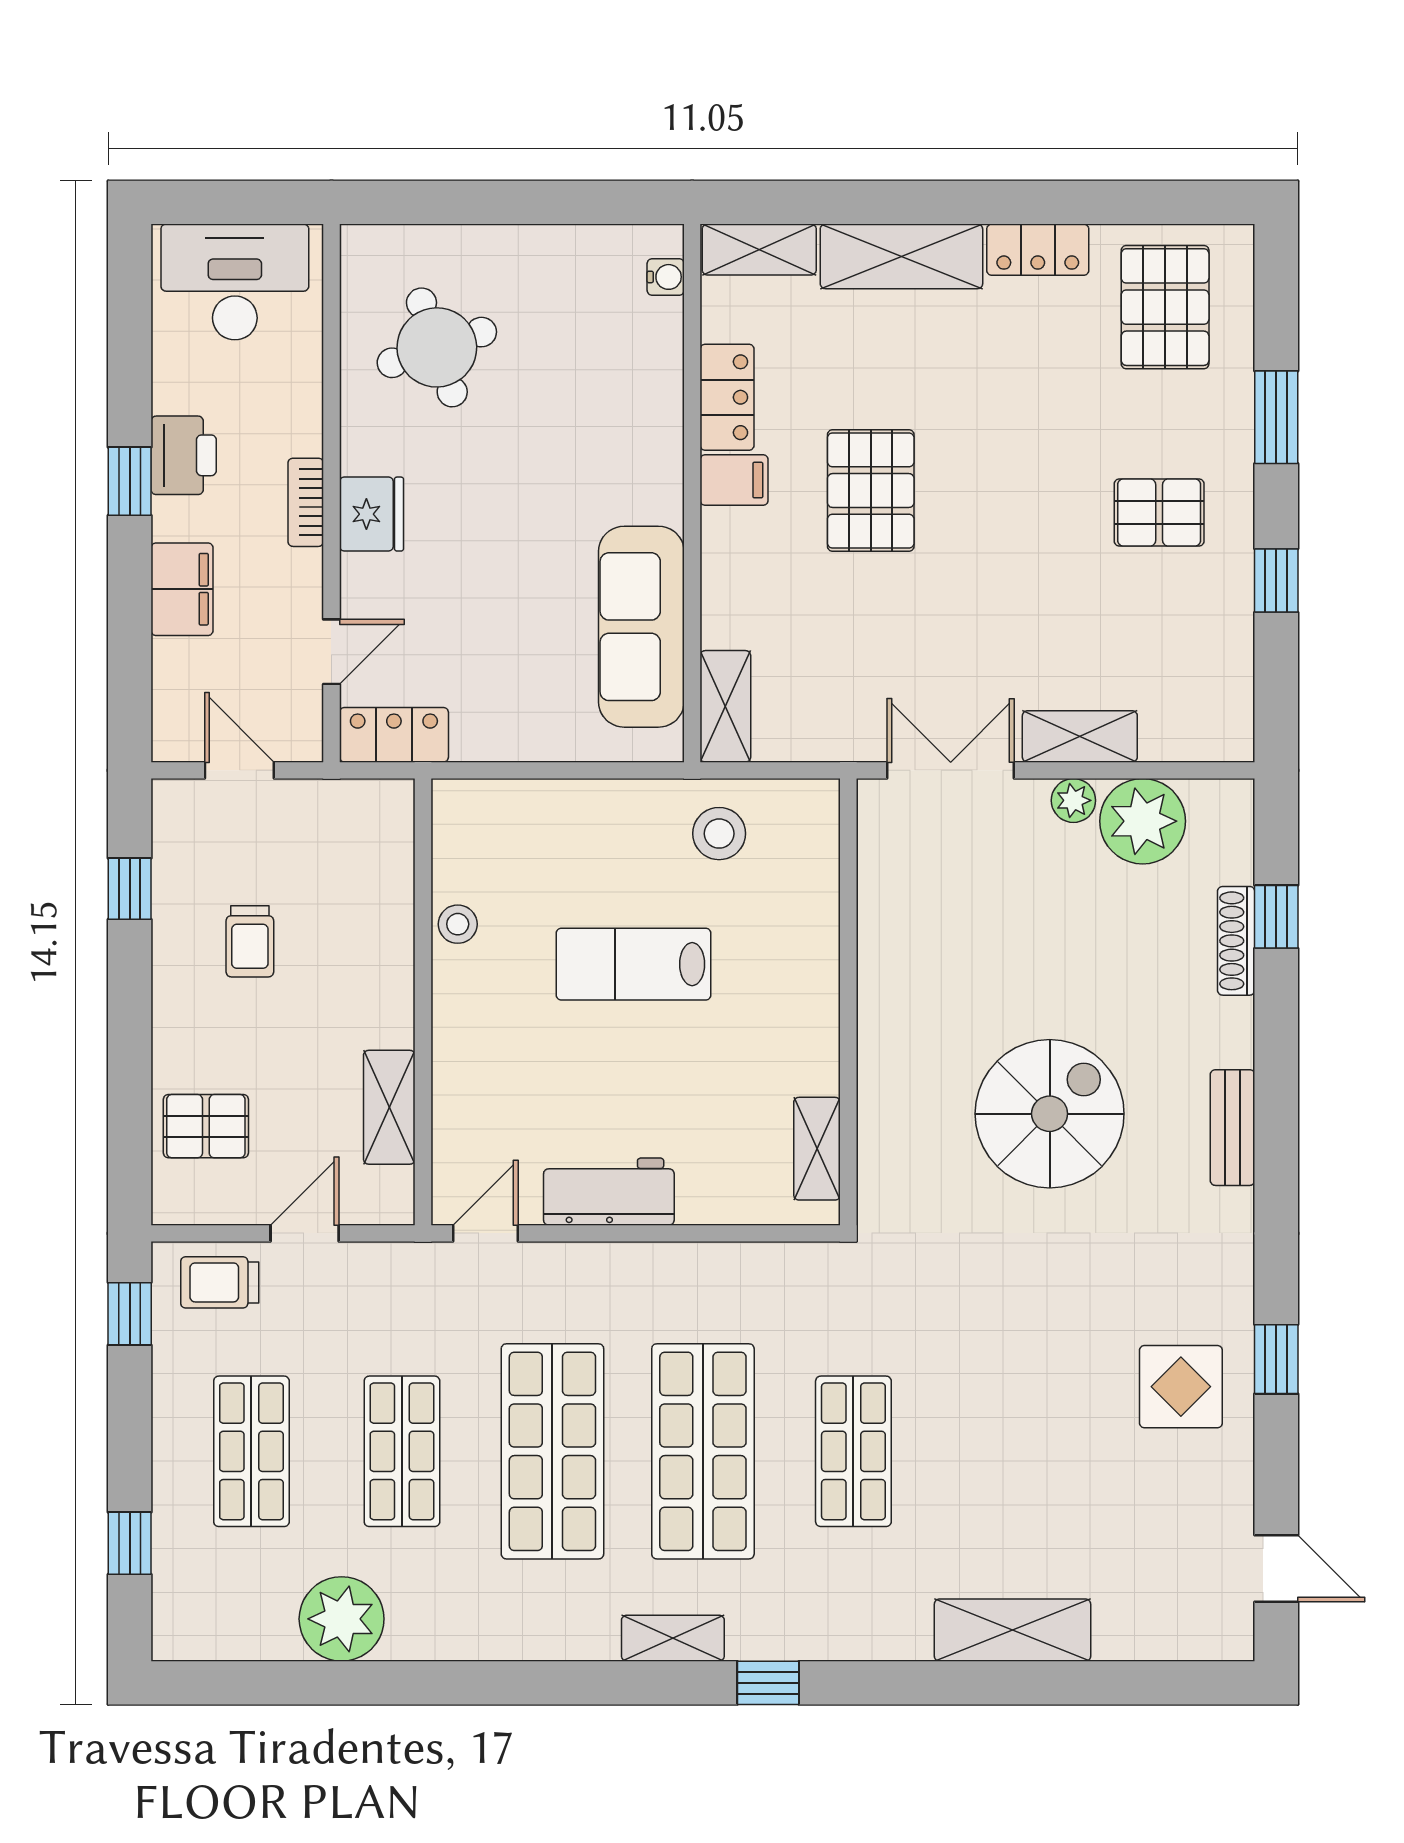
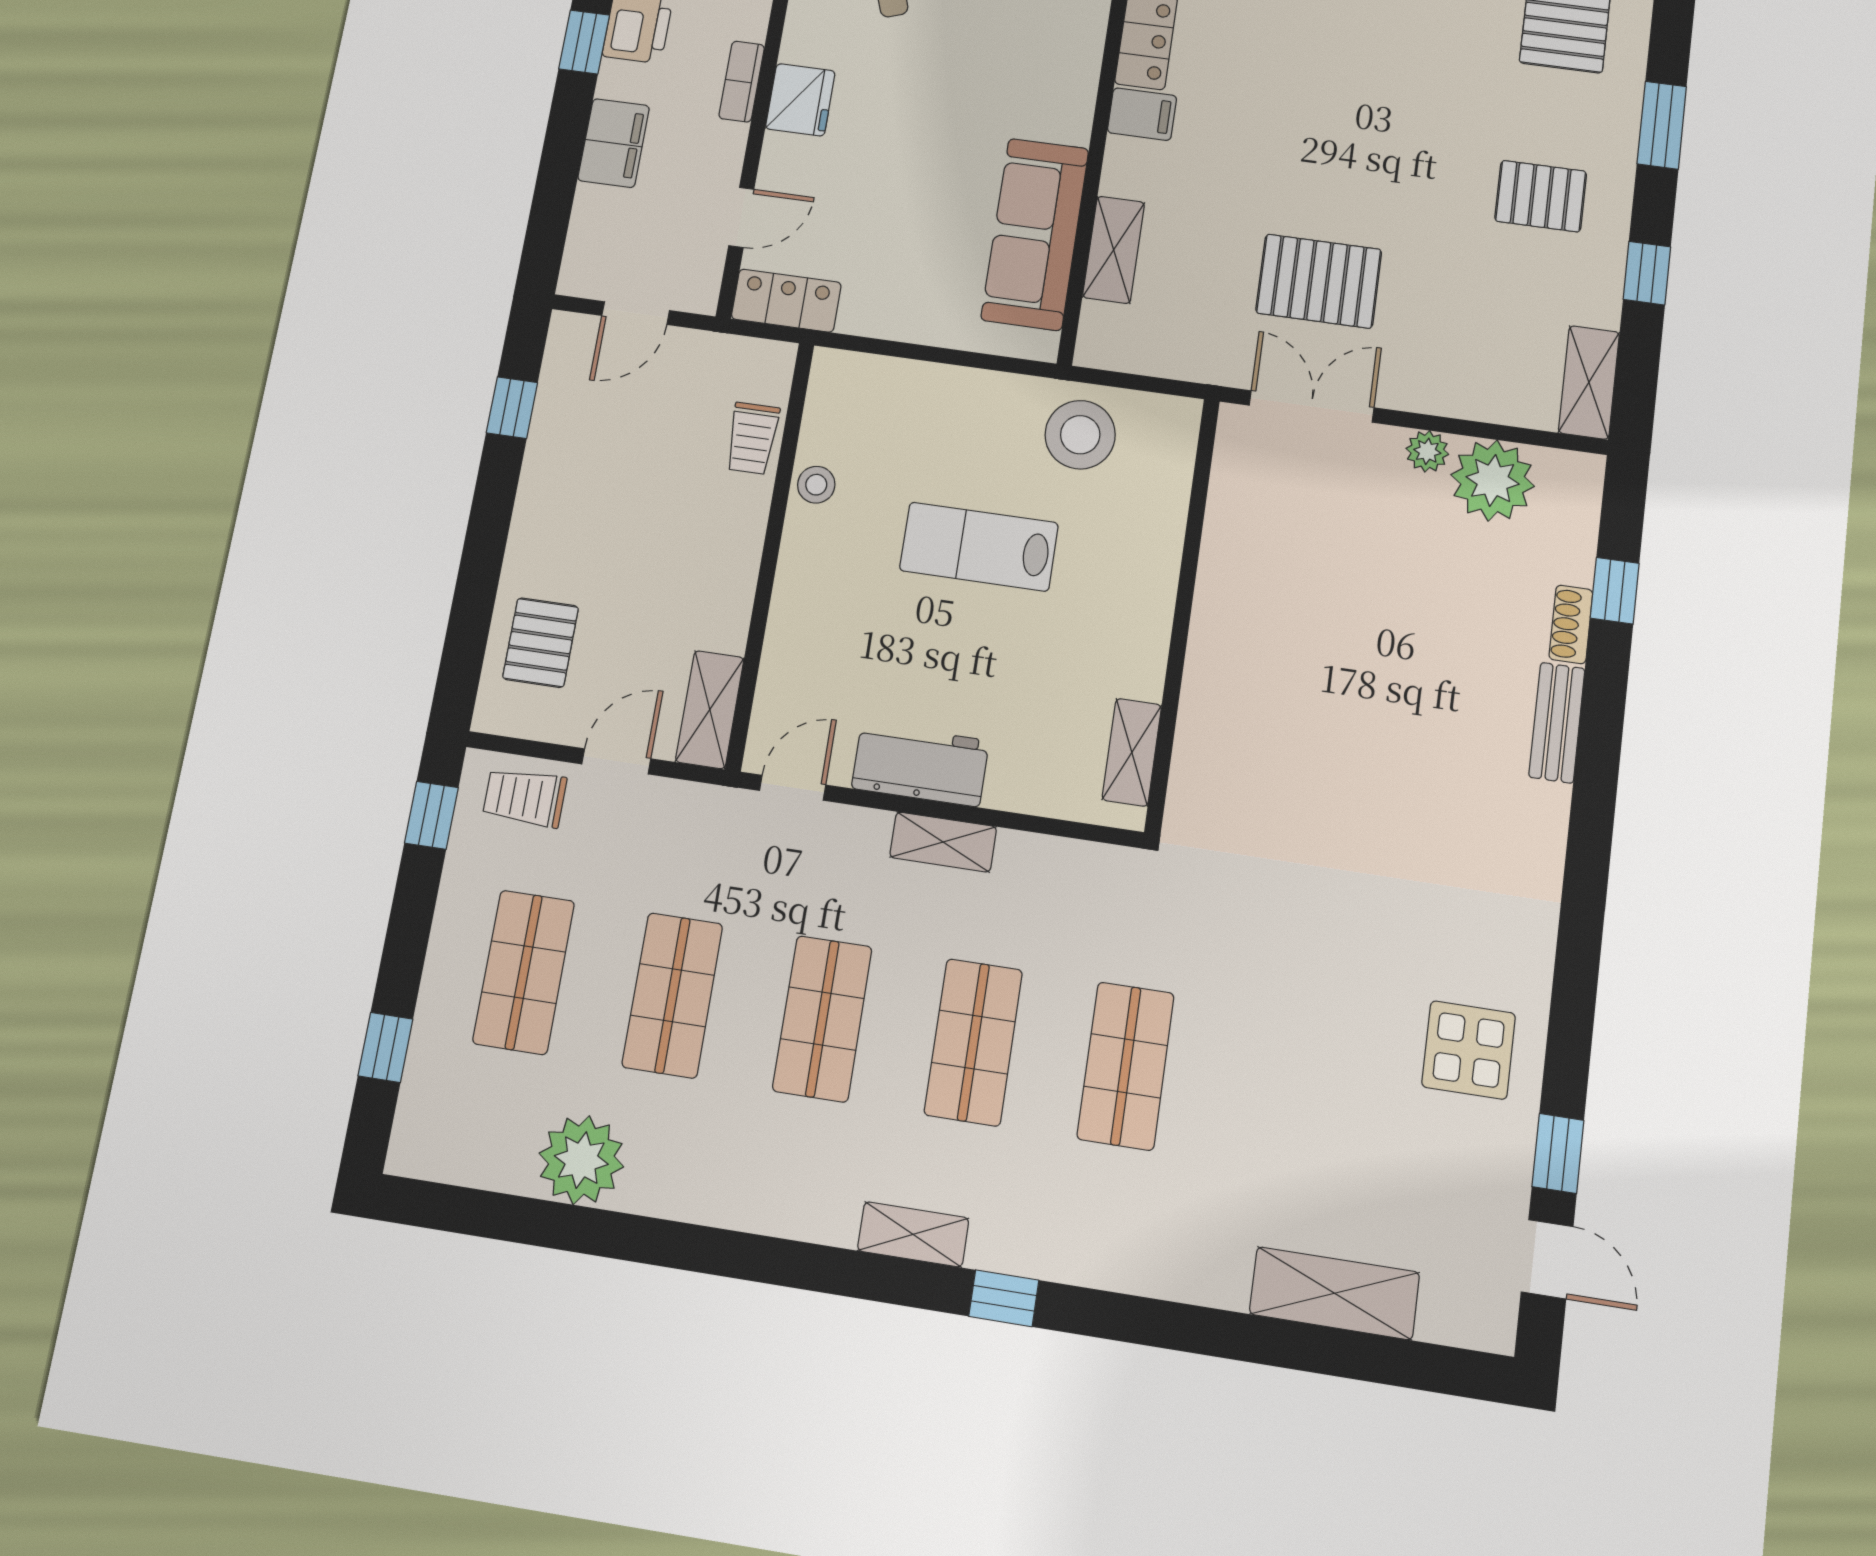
pallet: (871, 491) -> (1319, 281), moved, turned 90
shelving: (725, 706) -> (1114, 250), moved
shelving: (1080, 736) -> (1589, 382), moved, turned 90
door: (239, 770) -> (636, 313), swing flipped
stool: (719, 834) -> (1080, 435), width x1.38, depth x1.38
trolley: (250, 941) -> (752, 438), moved
shoe rack: (1236, 941) -> (1571, 624), width x0.70
shelving: (389, 1107) -> (710, 710), moved
spiral stairs: (1050, 1114) -> (1368, 752), removed
pallet: (206, 1126) -> (541, 643), turned 90
bench: (1233, 1128) -> (1557, 723), moved
shelving: (643, 1264) -> (943, 842), added
window: (1276, 1359) -> (1558, 1153), moved
shop shelf: (552, 1451) -> (822, 1019), width x0.70, depth x0.74
shop shelf: (703, 1451) -> (973, 1042), width x0.70, depth x0.74
shelving: (1012, 1630) -> (1334, 1293), moved

